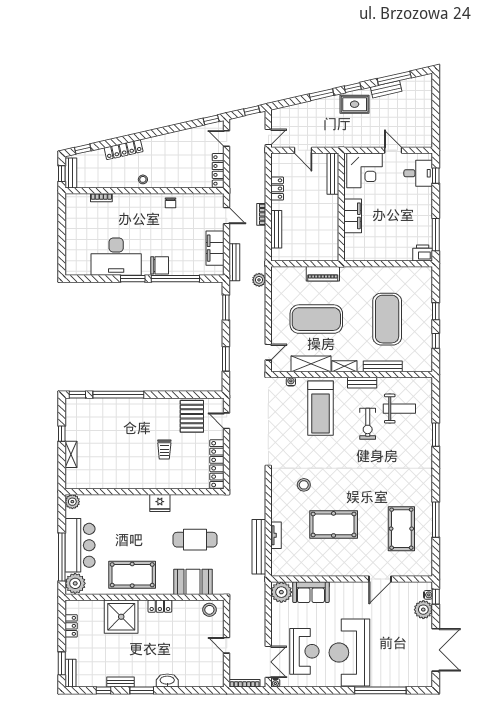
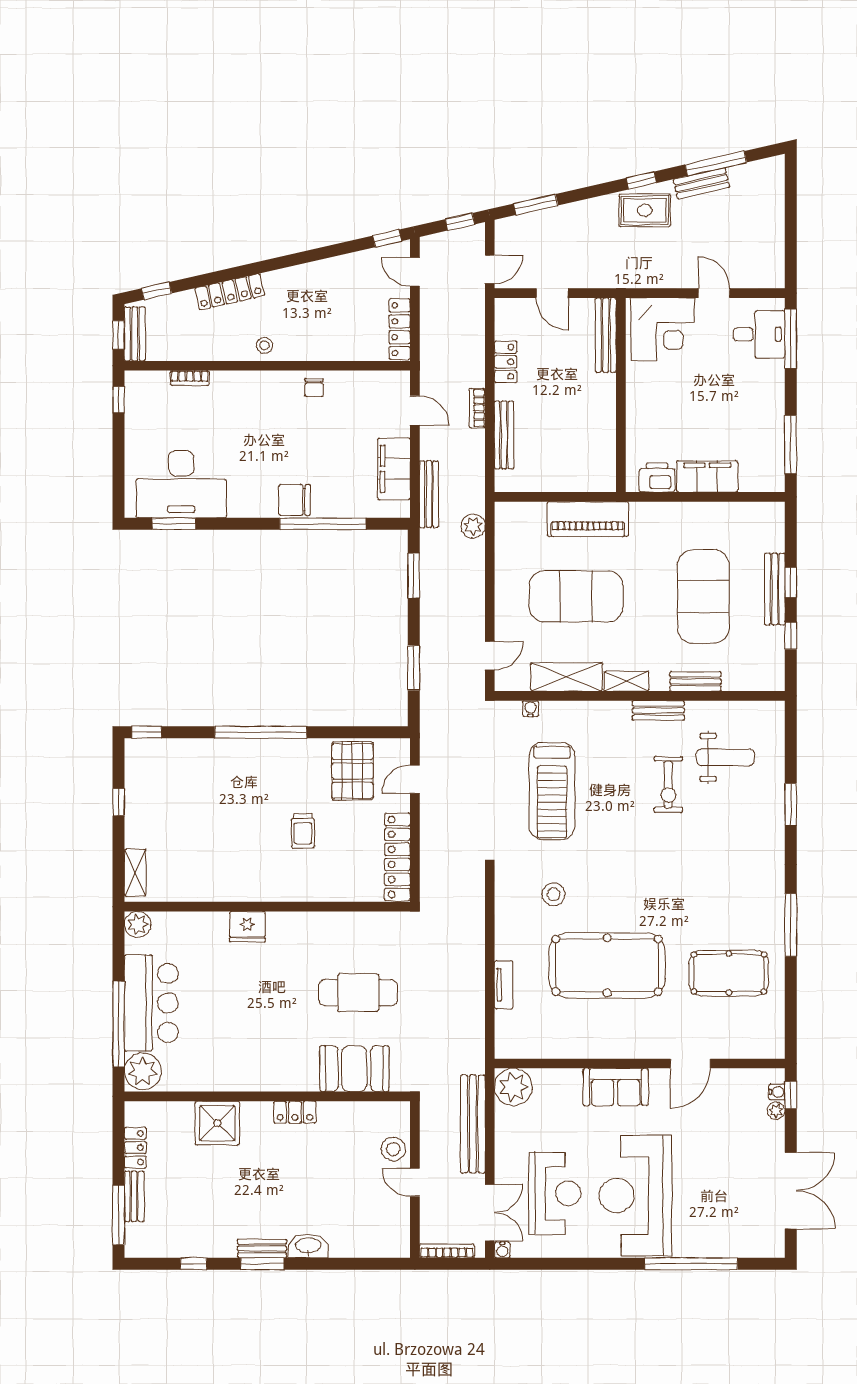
window: (322, 95) -> (536, 204), moved
window: (436, 176) -> (791, 339), width x2.17
window: (62, 210) -> (119, 400), added
filing cabinet: (353, 216) -> (707, 476), moved, turned -90
printer: (423, 253) -> (657, 478), moved
desk: (116, 257) -> (181, 484), moved
chair: (160, 265) -> (295, 500), turned 180
piano: (323, 274) -> (588, 519), width x1.37, depth x1.33
window: (133, 279) -> (174, 524), moved
bench: (427, 315) -> (775, 589), added
bench: (383, 366) -> (695, 681), width x0.73
window: (118, 395) -> (261, 732), moved
treadmill: (321, 408) -> (552, 791), moved
door: (227, 421) -> (415, 779), hinge flipped
shelving: (71, 454) -> (135, 873), moved
fridge: (160, 503) -> (247, 927), moved
window: (436, 520) -> (791, 925), moved
pool table: (334, 524) -> (607, 965), width x1.36, depth x1.32
pool table: (401, 529) -> (729, 973), turned 90
bench: (259, 547) -> (473, 1124), moved
pool table: (132, 575) -> (245, 1056), removed
sofa: (311, 592) -> (616, 1087), moved
stool: (209, 610) -> (393, 1149), moved
plant: (423, 610) -> (776, 1111), width x0.53, depth x0.53
shower: (121, 617) -> (217, 1123), width x0.73, depth x0.73
window: (62, 663) -> (119, 1215), width x1.44
bench: (70, 673) -> (134, 1196), moved
bench: (121, 682) -> (262, 1249), moved

